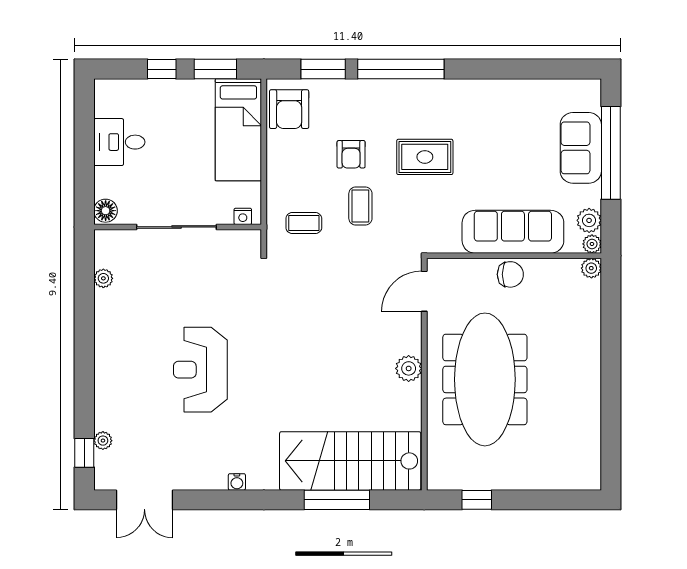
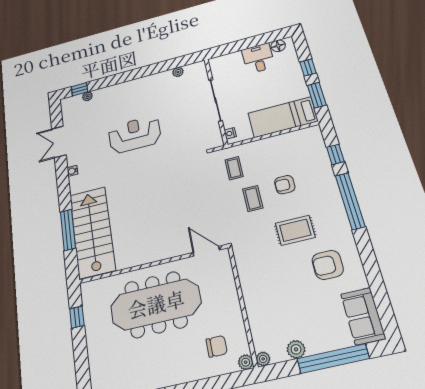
window: (323, 69) -> (335, 154), width x0.67
armchair: (289, 109) -> (328, 265), moved
sofa: (581, 148) -> (363, 316), moved, turned -90
rug: (425, 157) -> (295, 230), turned 90
coffee table: (360, 206) -> (253, 198), turned 90
floor lamp: (106, 211) -> (278, 46), moved
plant: (589, 220) -> (296, 349), moved
sofa: (513, 232) -> (259, 300), removed
chair: (510, 274) -> (217, 346), moved, turned -90
plant: (409, 368) -> (155, 253), removed
double door: (144, 500) -> (59, 142), moved

